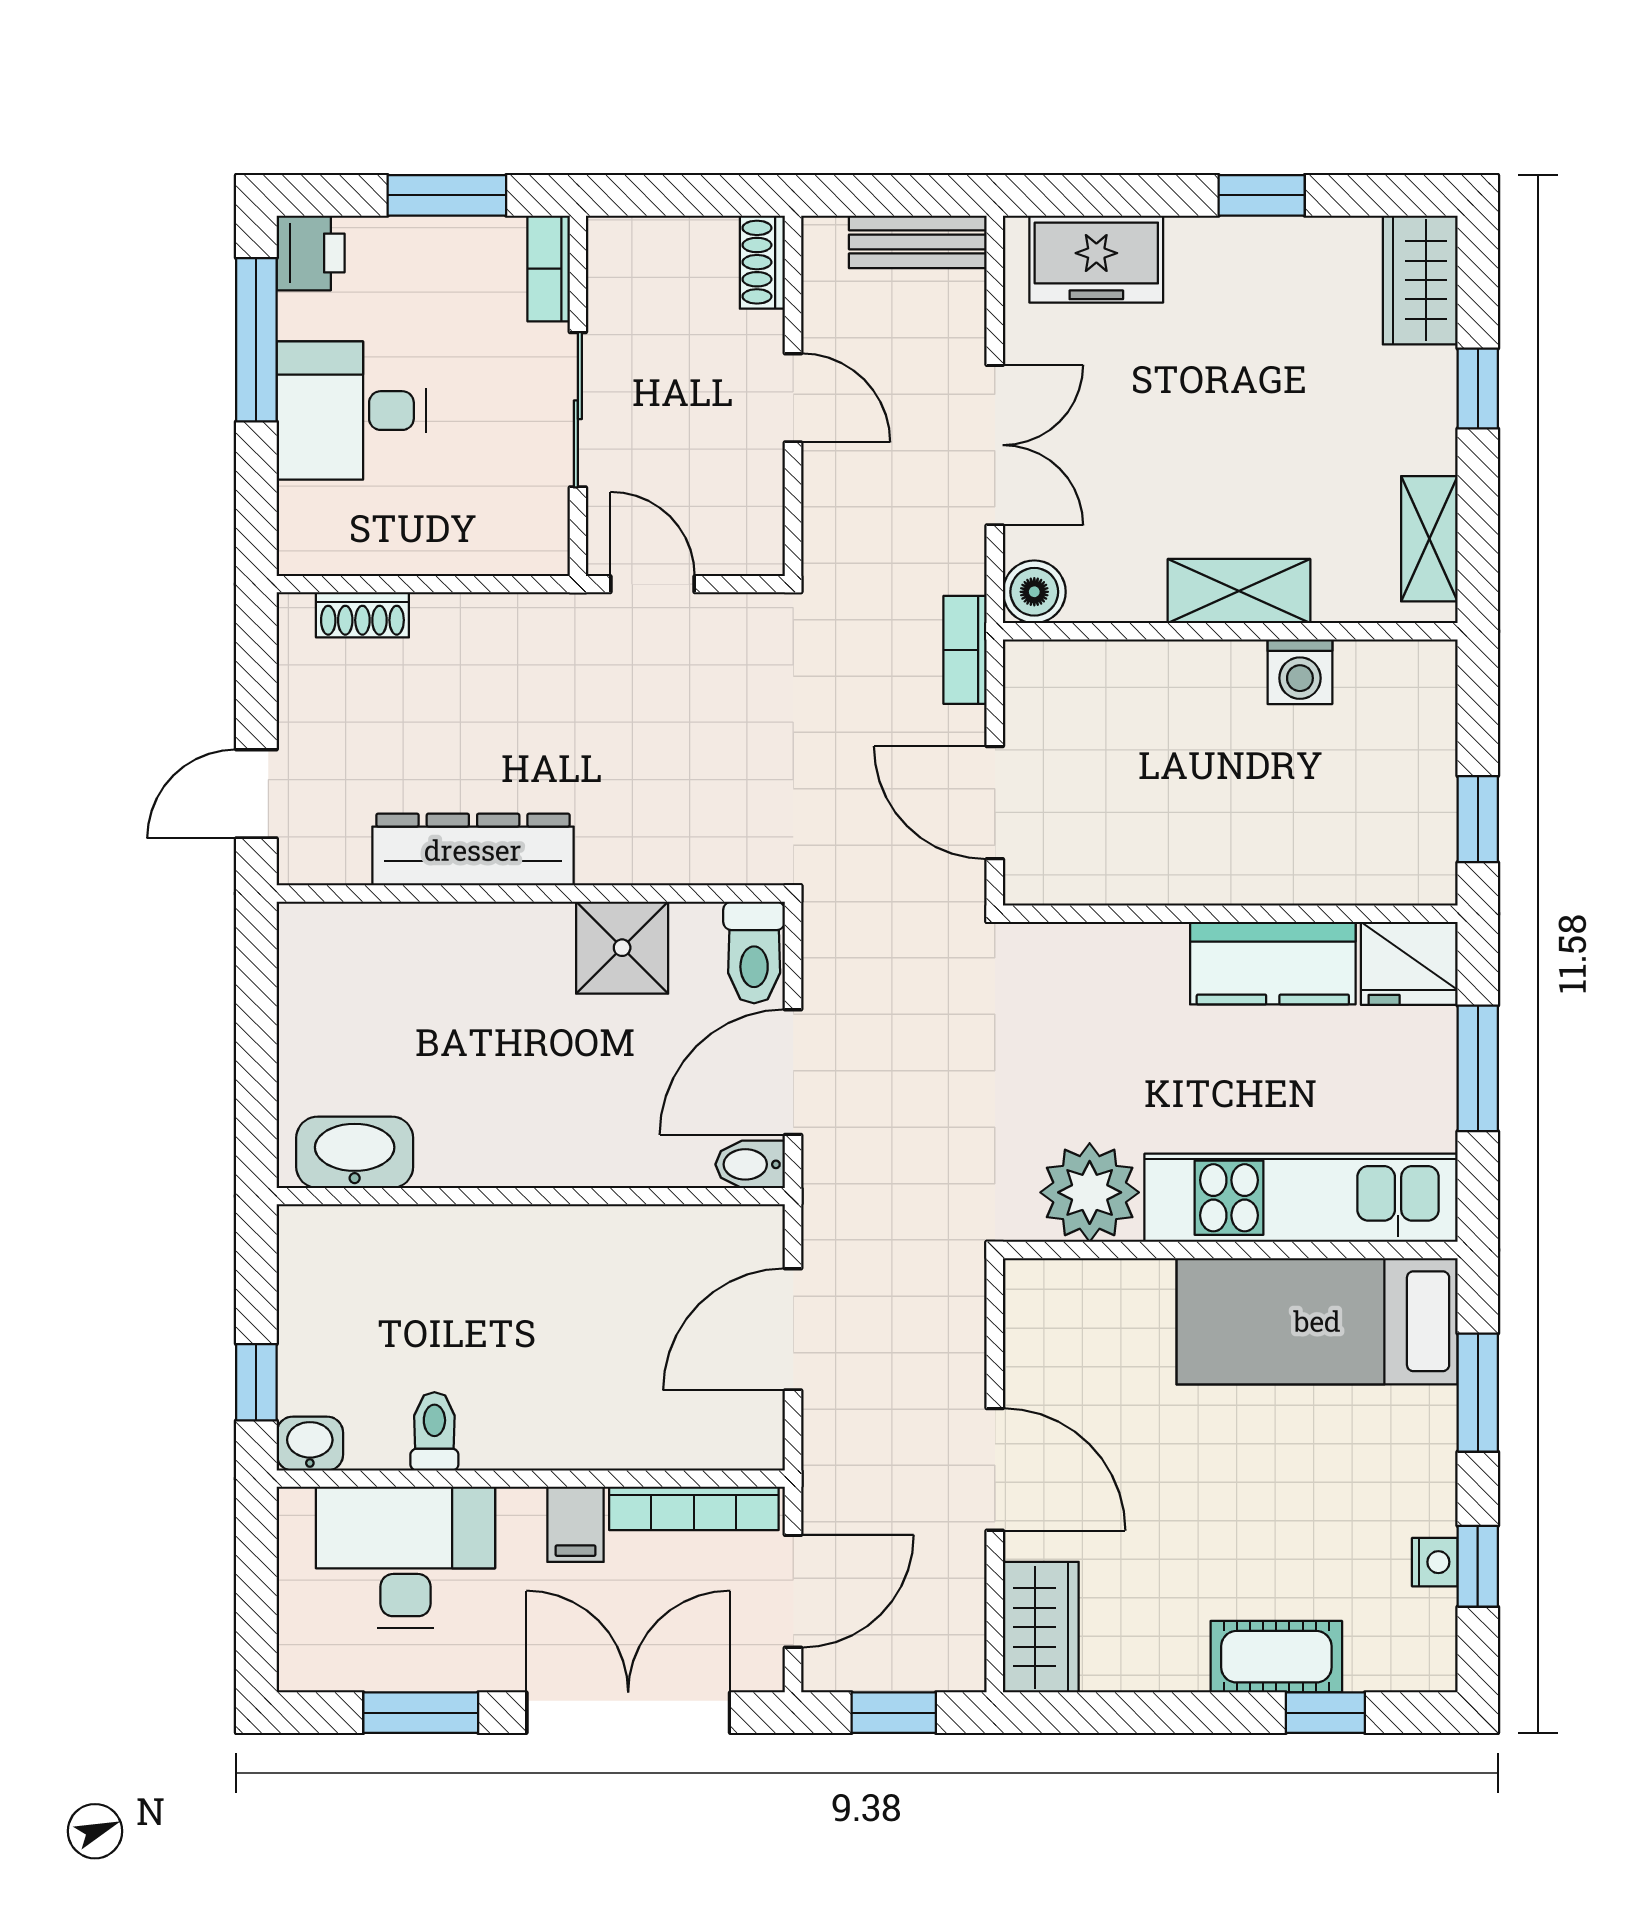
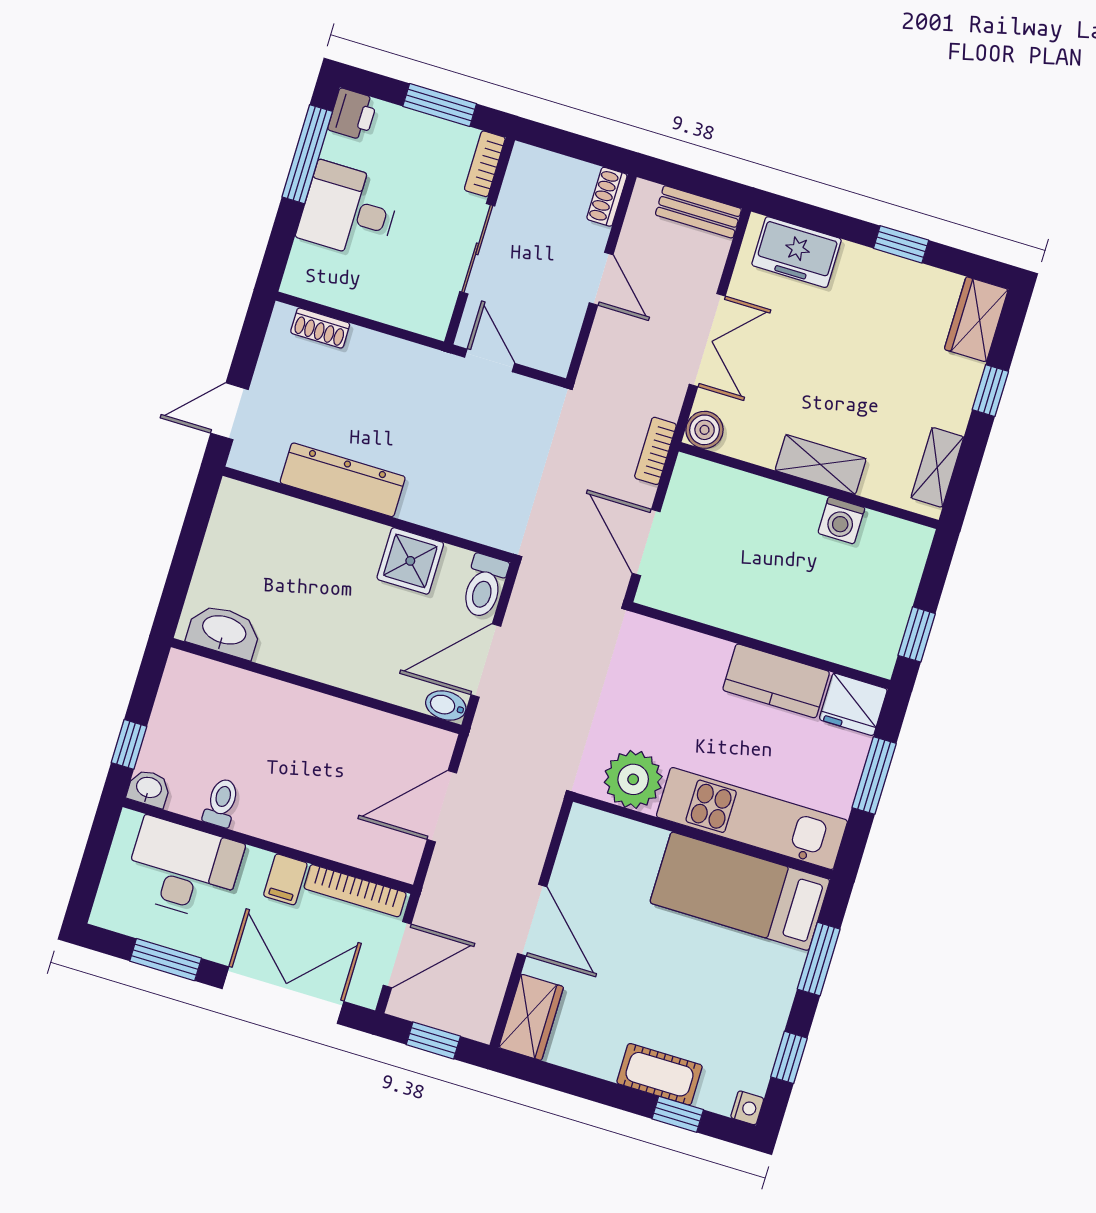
nightstand: (1435, 1562) -> (747, 1108), moved

